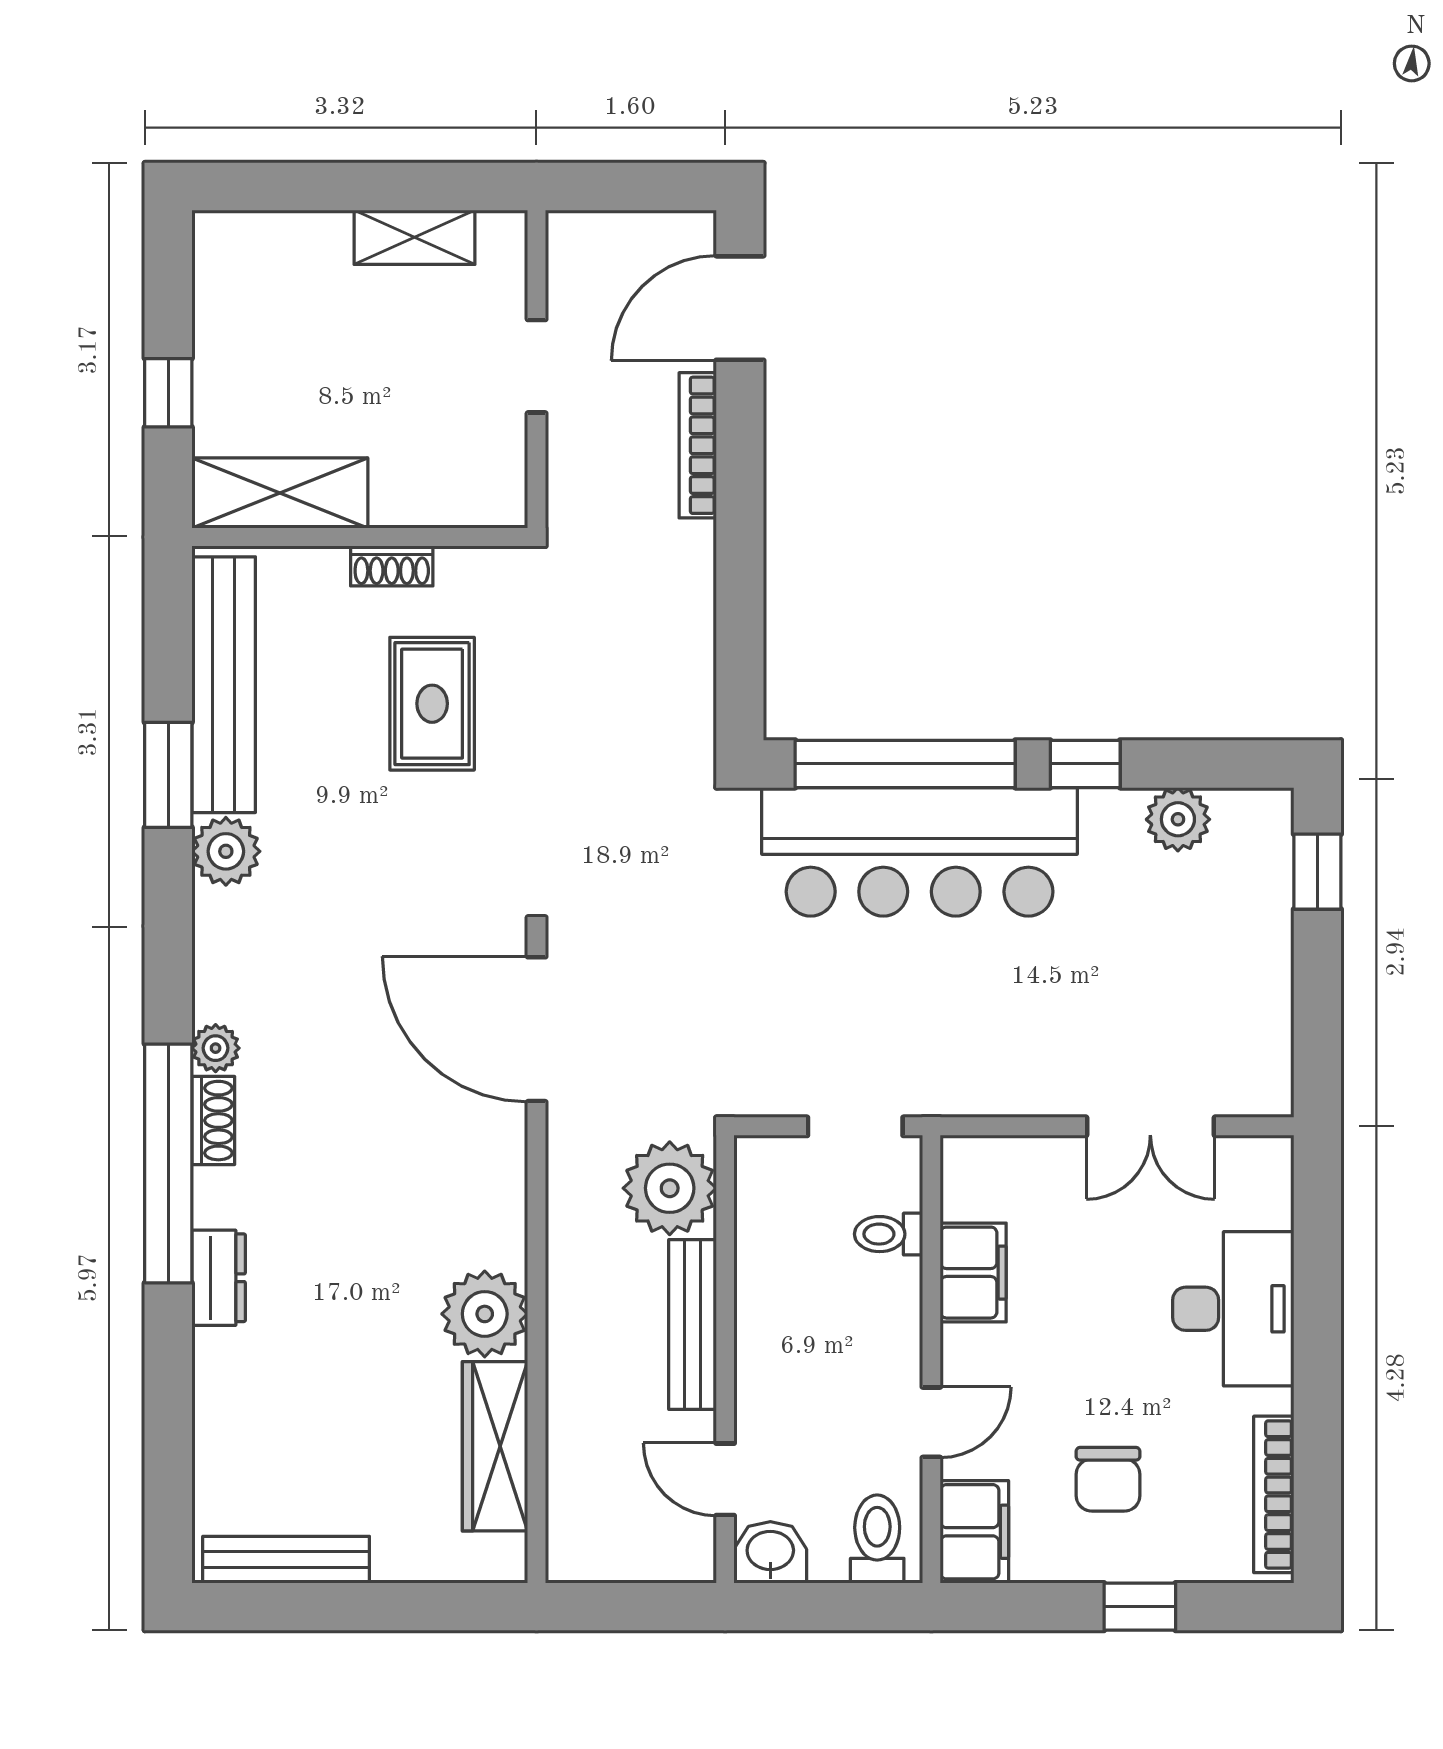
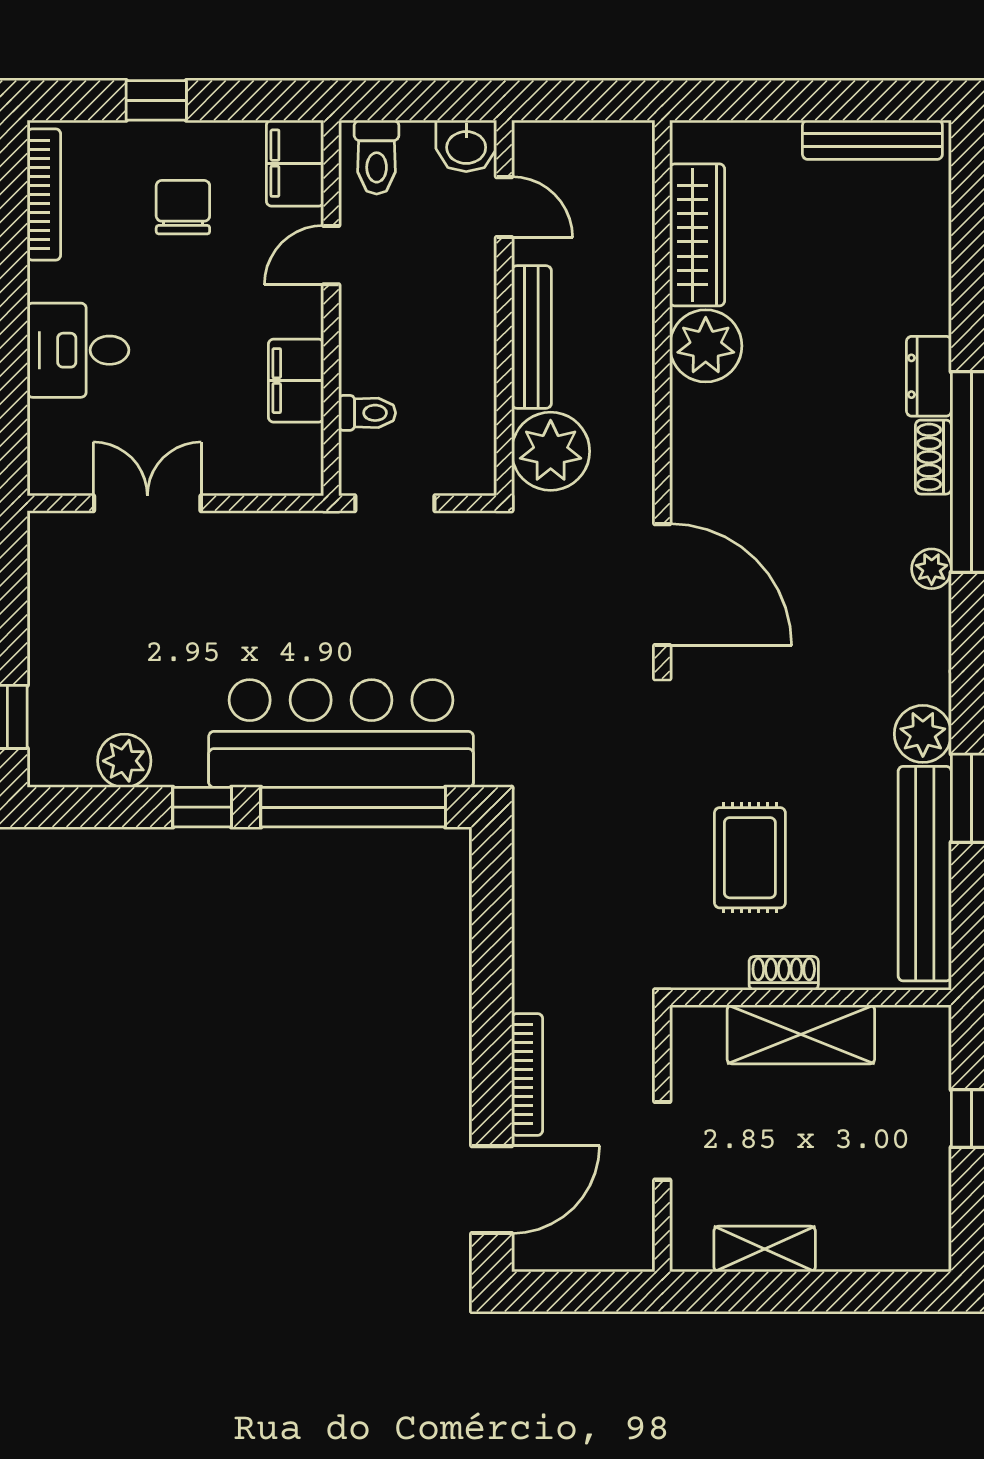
shelving: (280, 493) -> (801, 1034), moved
shoe rack: (213, 1121) -> (933, 457), moved
desk: (1233, 1309) -> (78, 350), width x0.73

